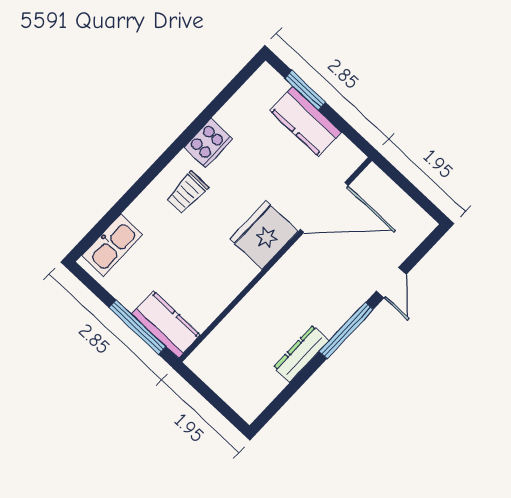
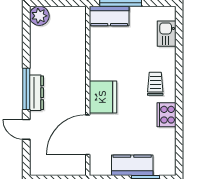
kitchen sink: (112, 245) -> (167, 34), width x0.73
dresser: (301, 354) -> (36, 93), moved
plant: (249, 403) -> (39, 16), added

